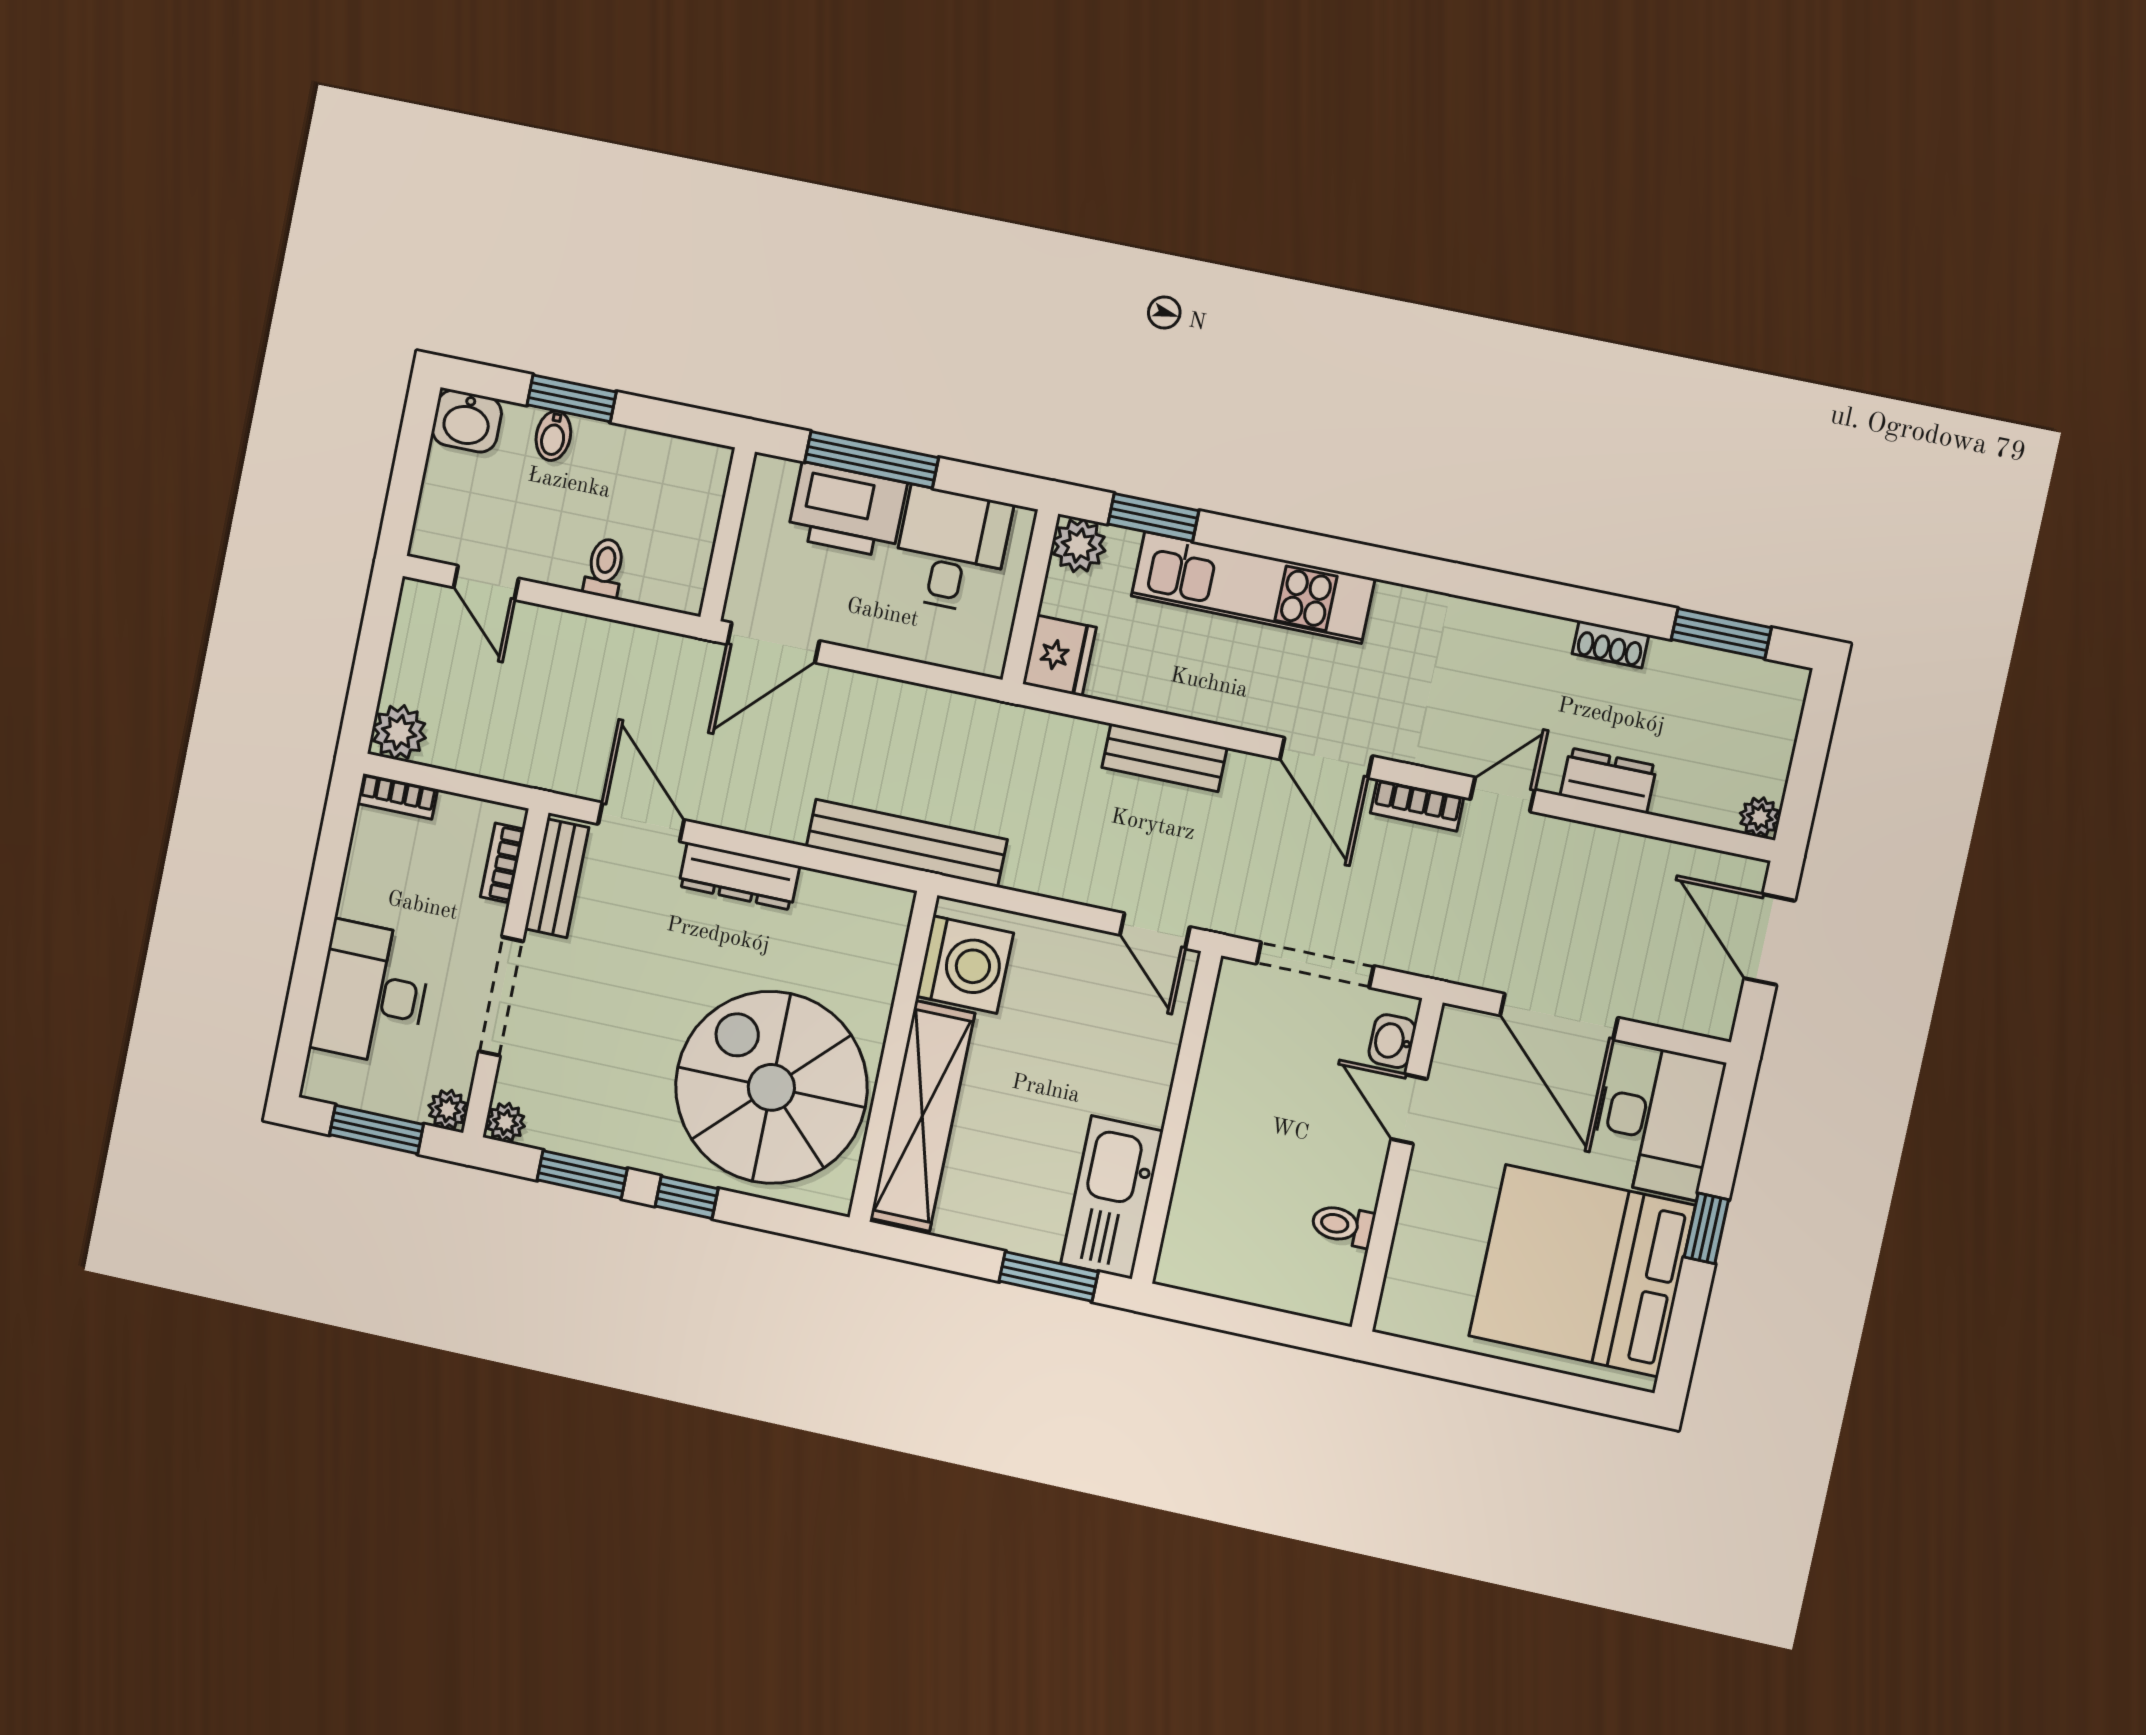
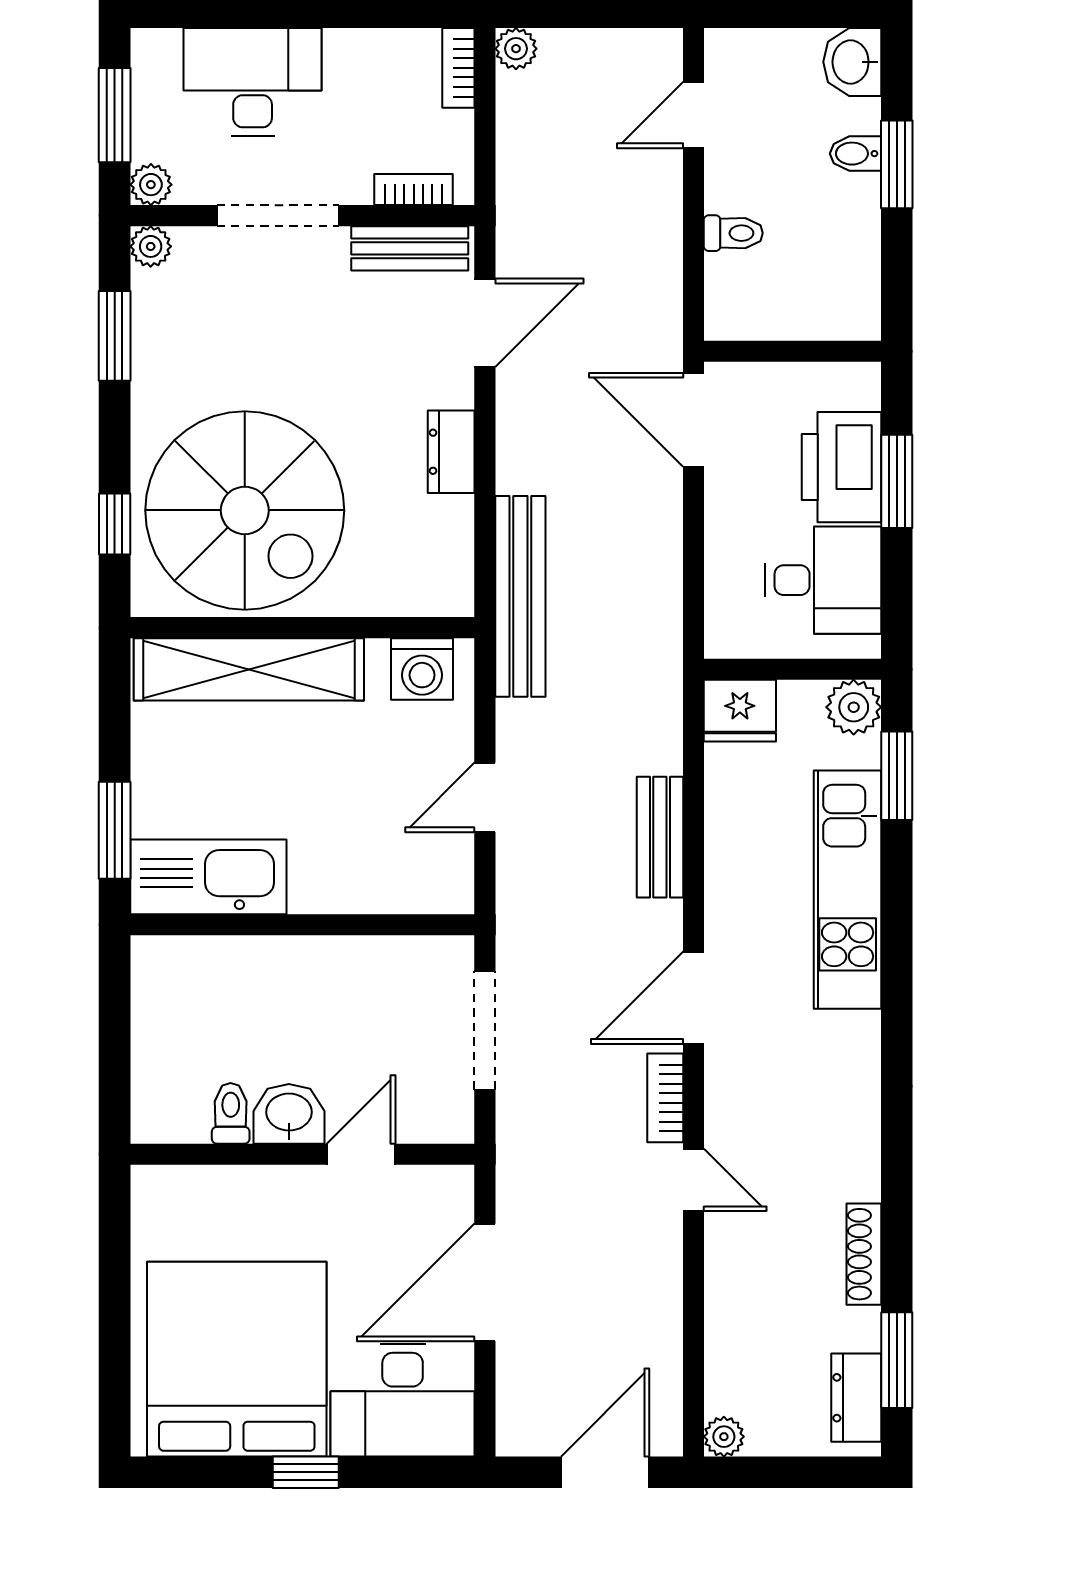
window: (872, 460) -> (897, 481), width x0.69
shoe rack: (1610, 644) -> (864, 1254), width x1.43
plant: (399, 732) -> (516, 49), width x0.73, depth x0.73
dresser: (1608, 781) -> (856, 1398), moved, turned 180
dresser: (739, 876) -> (451, 452), width x0.70
door: (1155, 931) -> (485, 797), moved
washing machine: (965, 965) -> (422, 669), width x0.73, depth x0.73
washbasin: (1392, 1041) -> (289, 1114), moved, width x1.38, depth x1.45
spiral stairs: (771, 1087) -> (245, 510), turned 90
window: (687, 1197) -> (115, 524), moved

